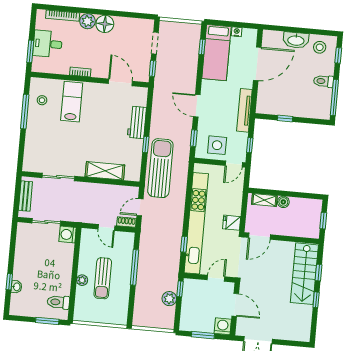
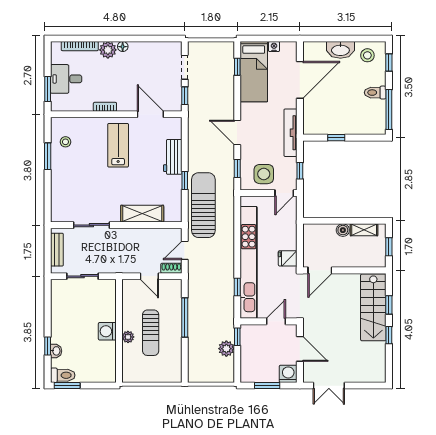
floor lamp: (105, 24) -> (123, 47), width x0.53, depth x0.53
lab bench: (72, 102) -> (118, 145), moved
window: (25, 112) -> (48, 156), width x0.69
shelving: (264, 200) -> (364, 230), moved
washing machine: (68, 235) -> (107, 331), moved
toilet: (58, 302) -> (63, 375), moved, turned 180
window: (47, 321) -> (67, 386), moved

